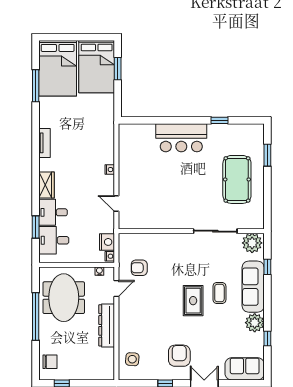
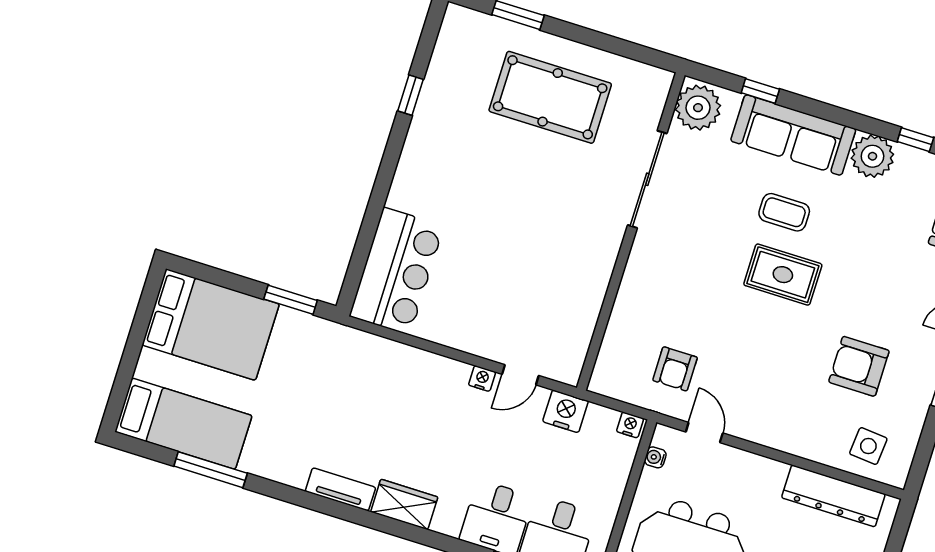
bed: (58, 68) -> (183, 424), width x0.67
window: (118, 69) -> (291, 300), moved
bar counter: (181, 138) -> (397, 271), moved
nightstand: (110, 170) -> (482, 379), moved
wardrobe: (47, 185) -> (404, 504), moved
nightstand: (107, 242) -> (565, 411), moved
dresser: (107, 325) -> (833, 496), moved
armchair: (179, 356) -> (859, 366), moved

